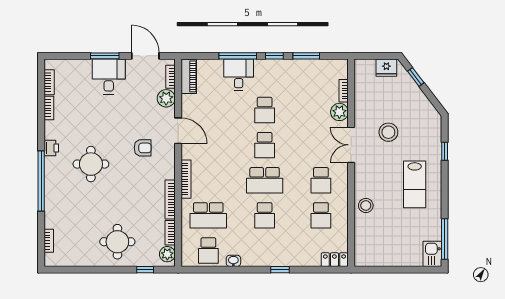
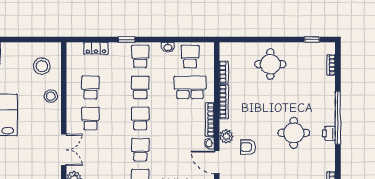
stool: (388, 132) -> (42, 66), moved
printer: (51, 148) -> (329, 133), moved
washbasin: (186, 152) -> (209, 143), added
school desk: (265, 180) -> (140, 118), width x0.54
school desk: (265, 251) -> (140, 56), added
plant: (167, 254) -> (226, 136), moved
locker: (334, 260) -> (96, 48), moved
window: (145, 270) -> (312, 39), moved

